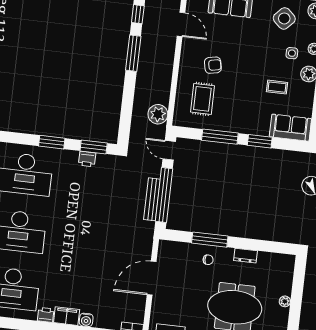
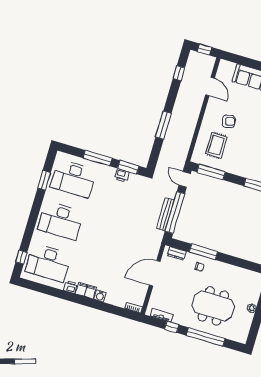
window: (133, 53) -> (164, 125), moved
plant: (158, 114) -> (181, 151), removed
window: (220, 137) -> (211, 172), moved
window: (52, 142) -> (97, 158), width x1.44
dresser: (246, 256) -> (177, 253), moved

